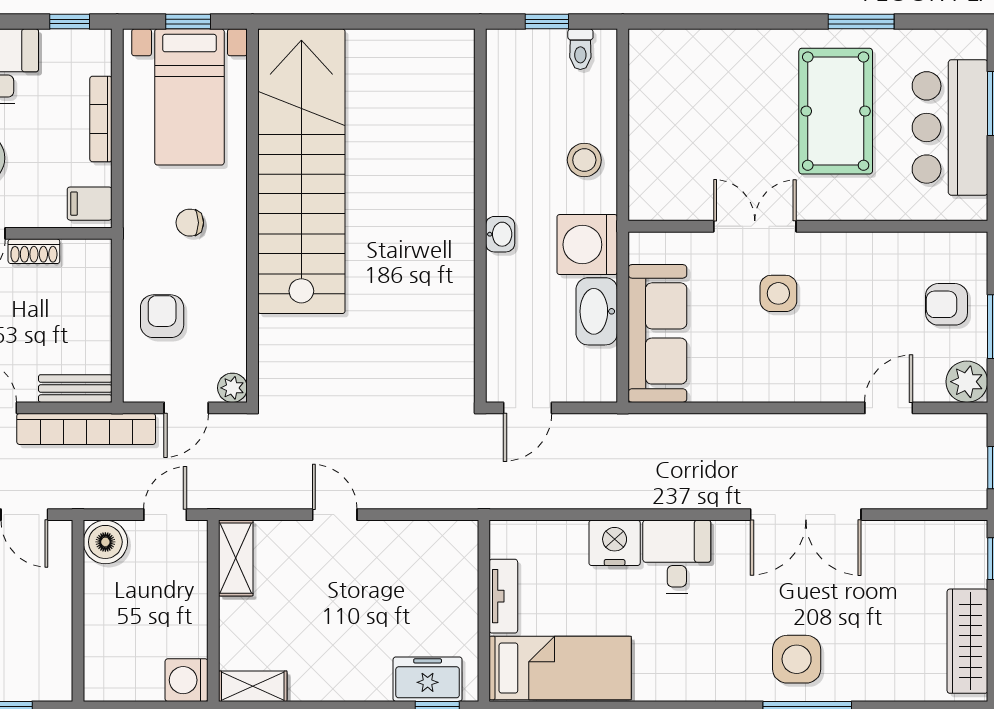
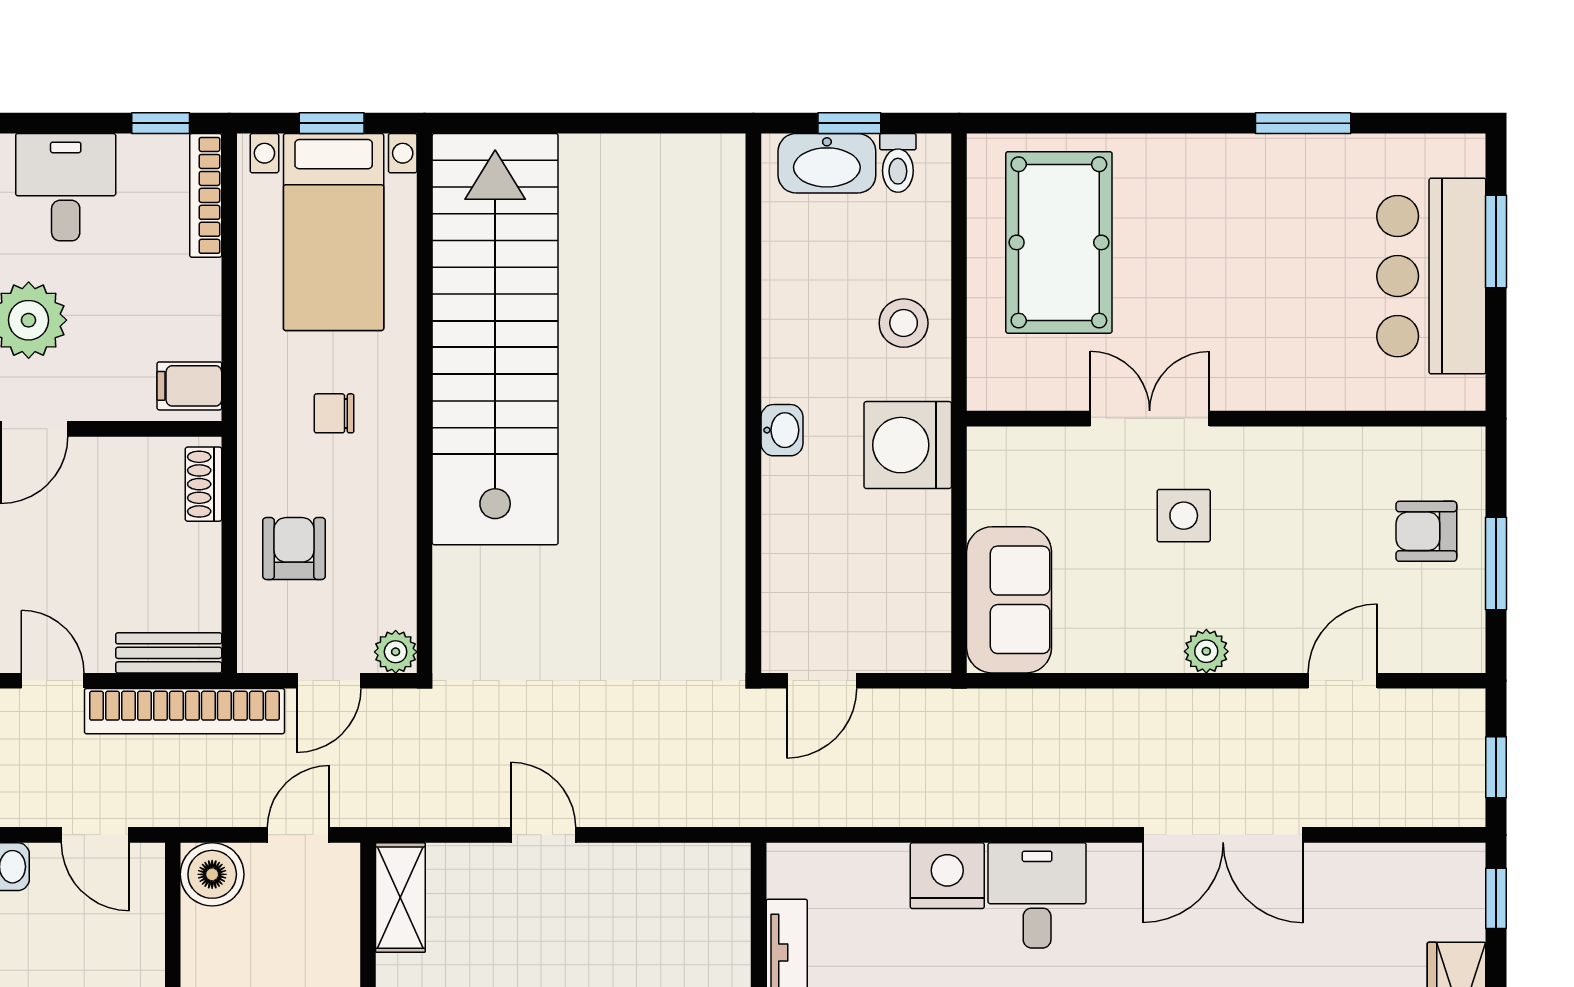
pool table: (836, 111) -> (1059, 242), moved
bookcase: (101, 119) -> (206, 195), moved
shoe rack: (34, 251) -> (204, 484), moved, turned 90
washbasin: (597, 311) -> (827, 163), moved, turned -90
sofa: (657, 333) -> (1009, 600), width x0.73
plant: (967, 382) -> (1206, 651), moved, width x0.73, depth x0.73

